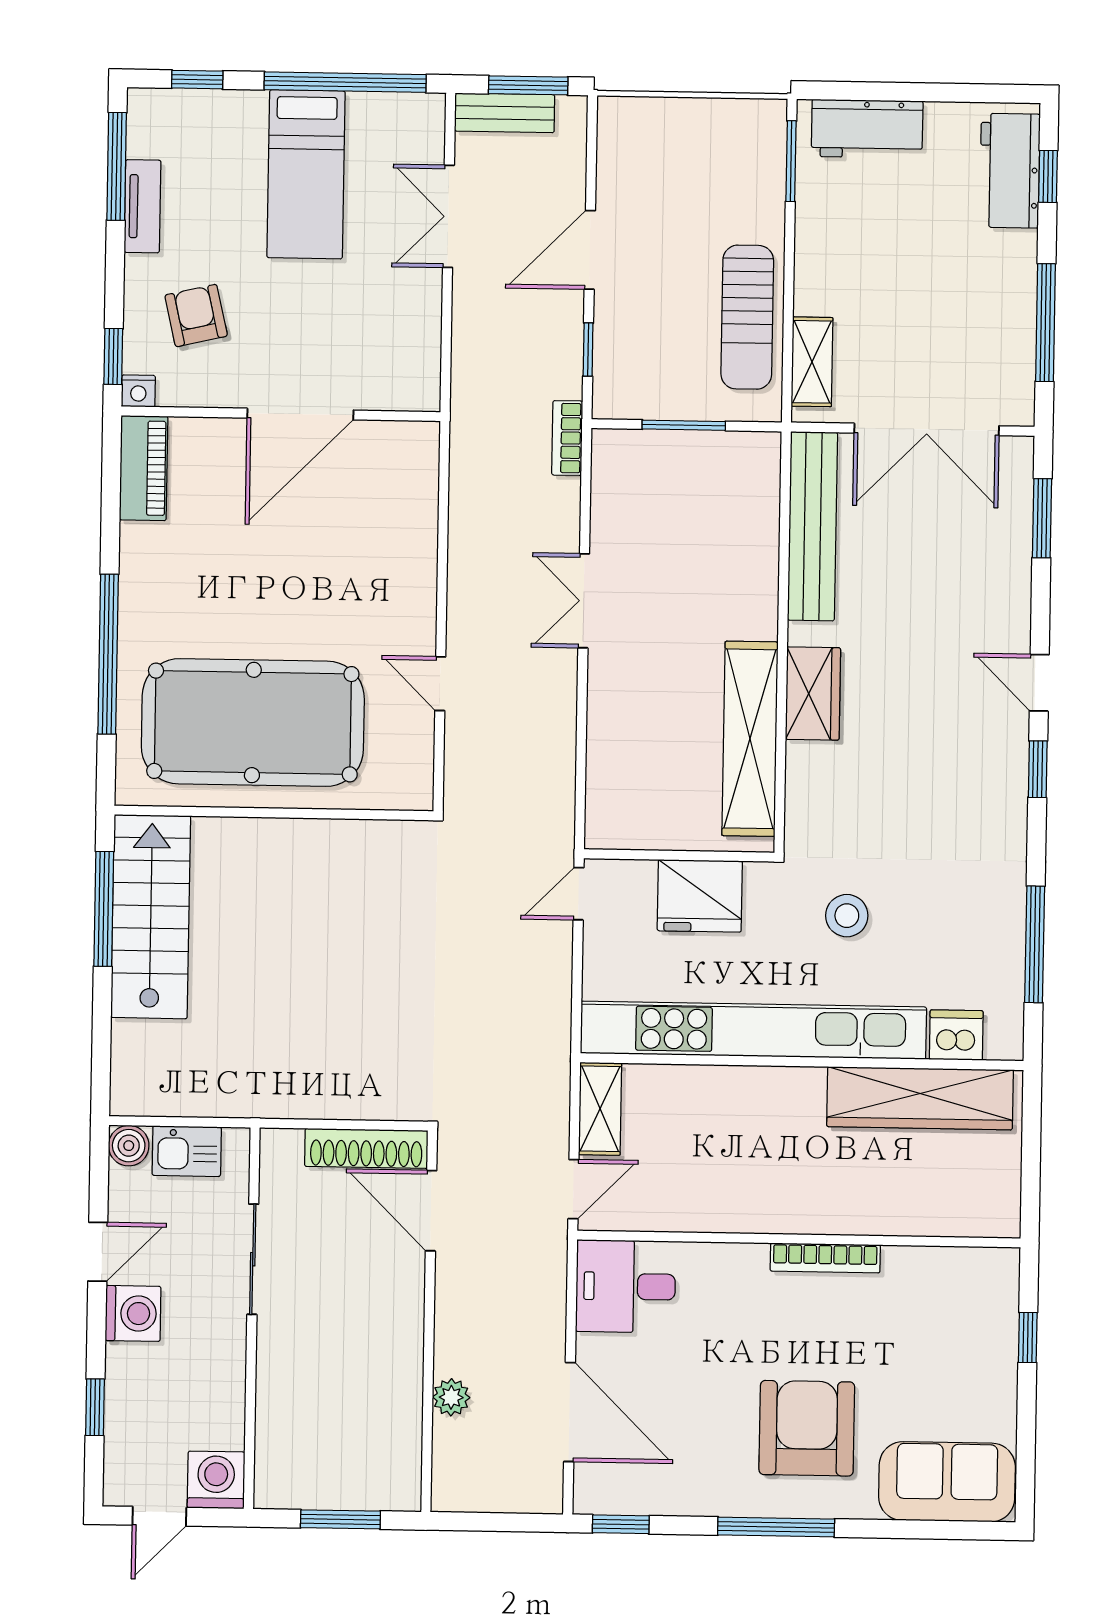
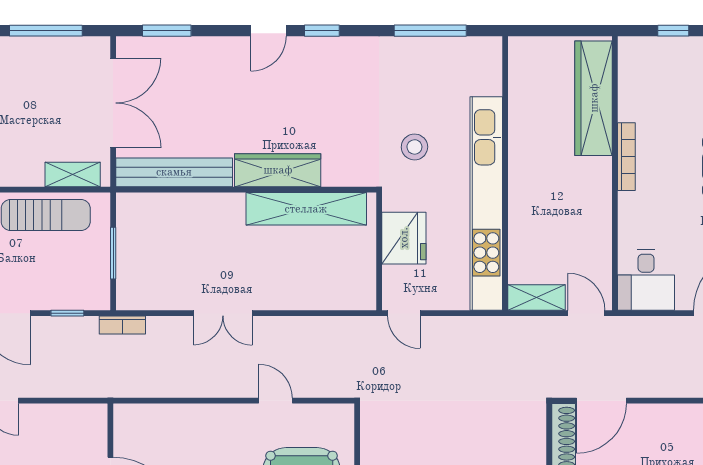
door: (440, 684) -> (276, 401), swing flipped
wardrobe: (813, 694) -> (278, 170), width x1.50
dishwasher: (956, 1035) -> (487, 78), removed
wardrobe: (920, 1098) -> (594, 98), moved, turned 180

